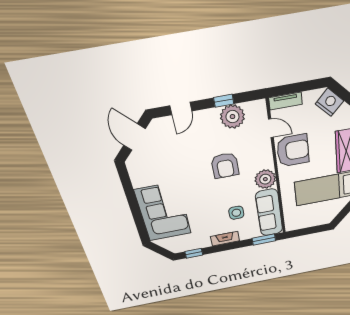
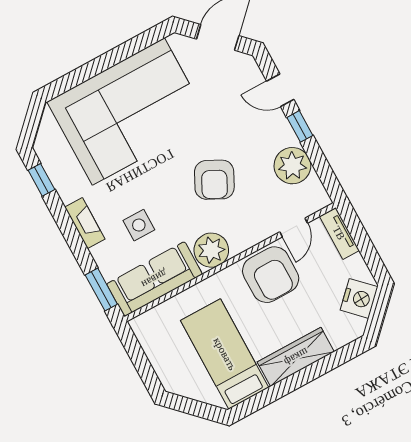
window: (224, 101) -> (300, 126), moved
armchair: (225, 166) -> (214, 180), turned -63
corner sofa: (163, 212) -> (128, 112), width x1.36, depth x1.36

